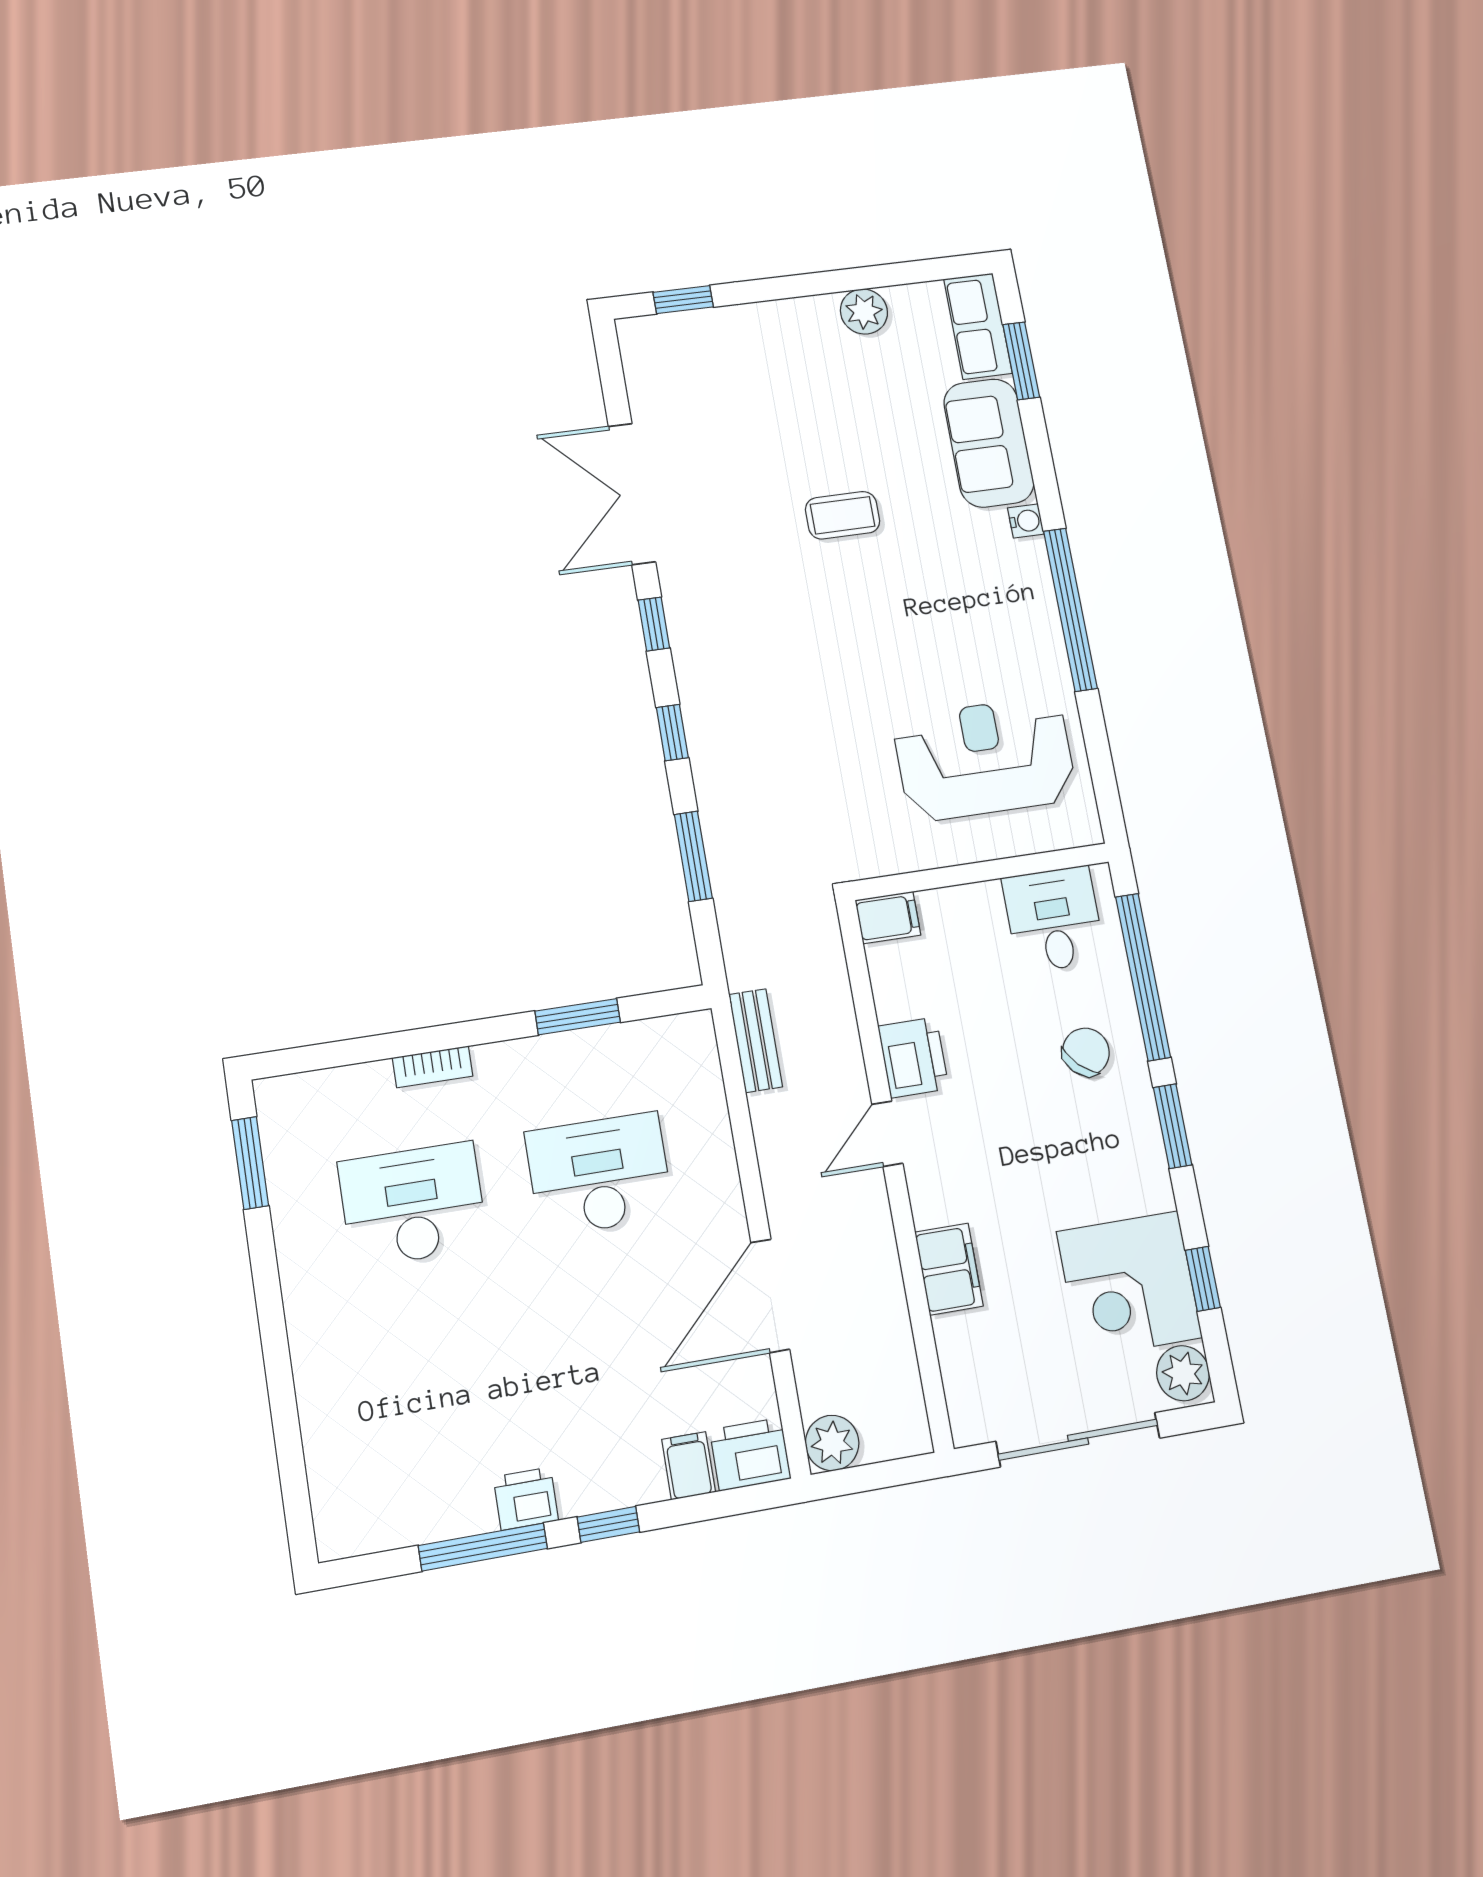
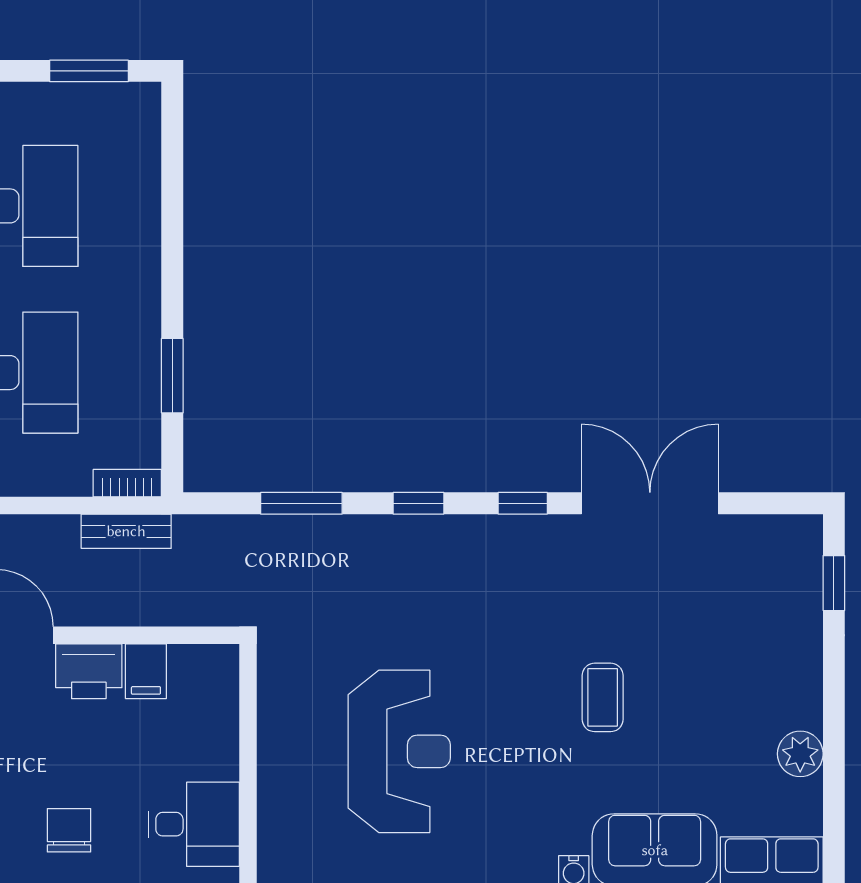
reception desk: (985, 759) -> (399, 751), moved
filing cabinet: (888, 918) -> (146, 671), moved
chair: (1086, 1052) -> (69, 830), turned -134
bookcase: (433, 1067) -> (127, 483), moved, turned 90

